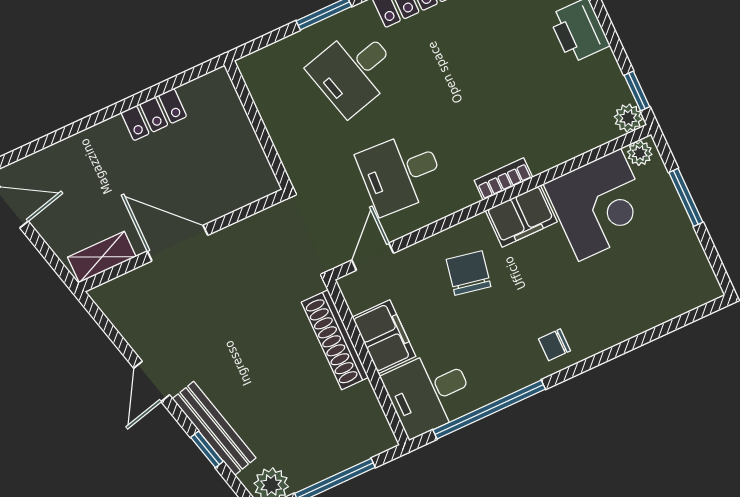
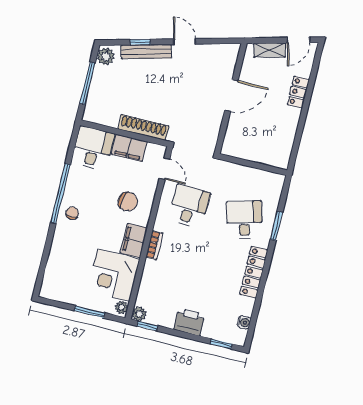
locker: (154, 115) -> (298, 92), moved
shelving: (102, 257) -> (269, 50), moved, turned 76
window: (489, 410) -> (61, 193), moved

